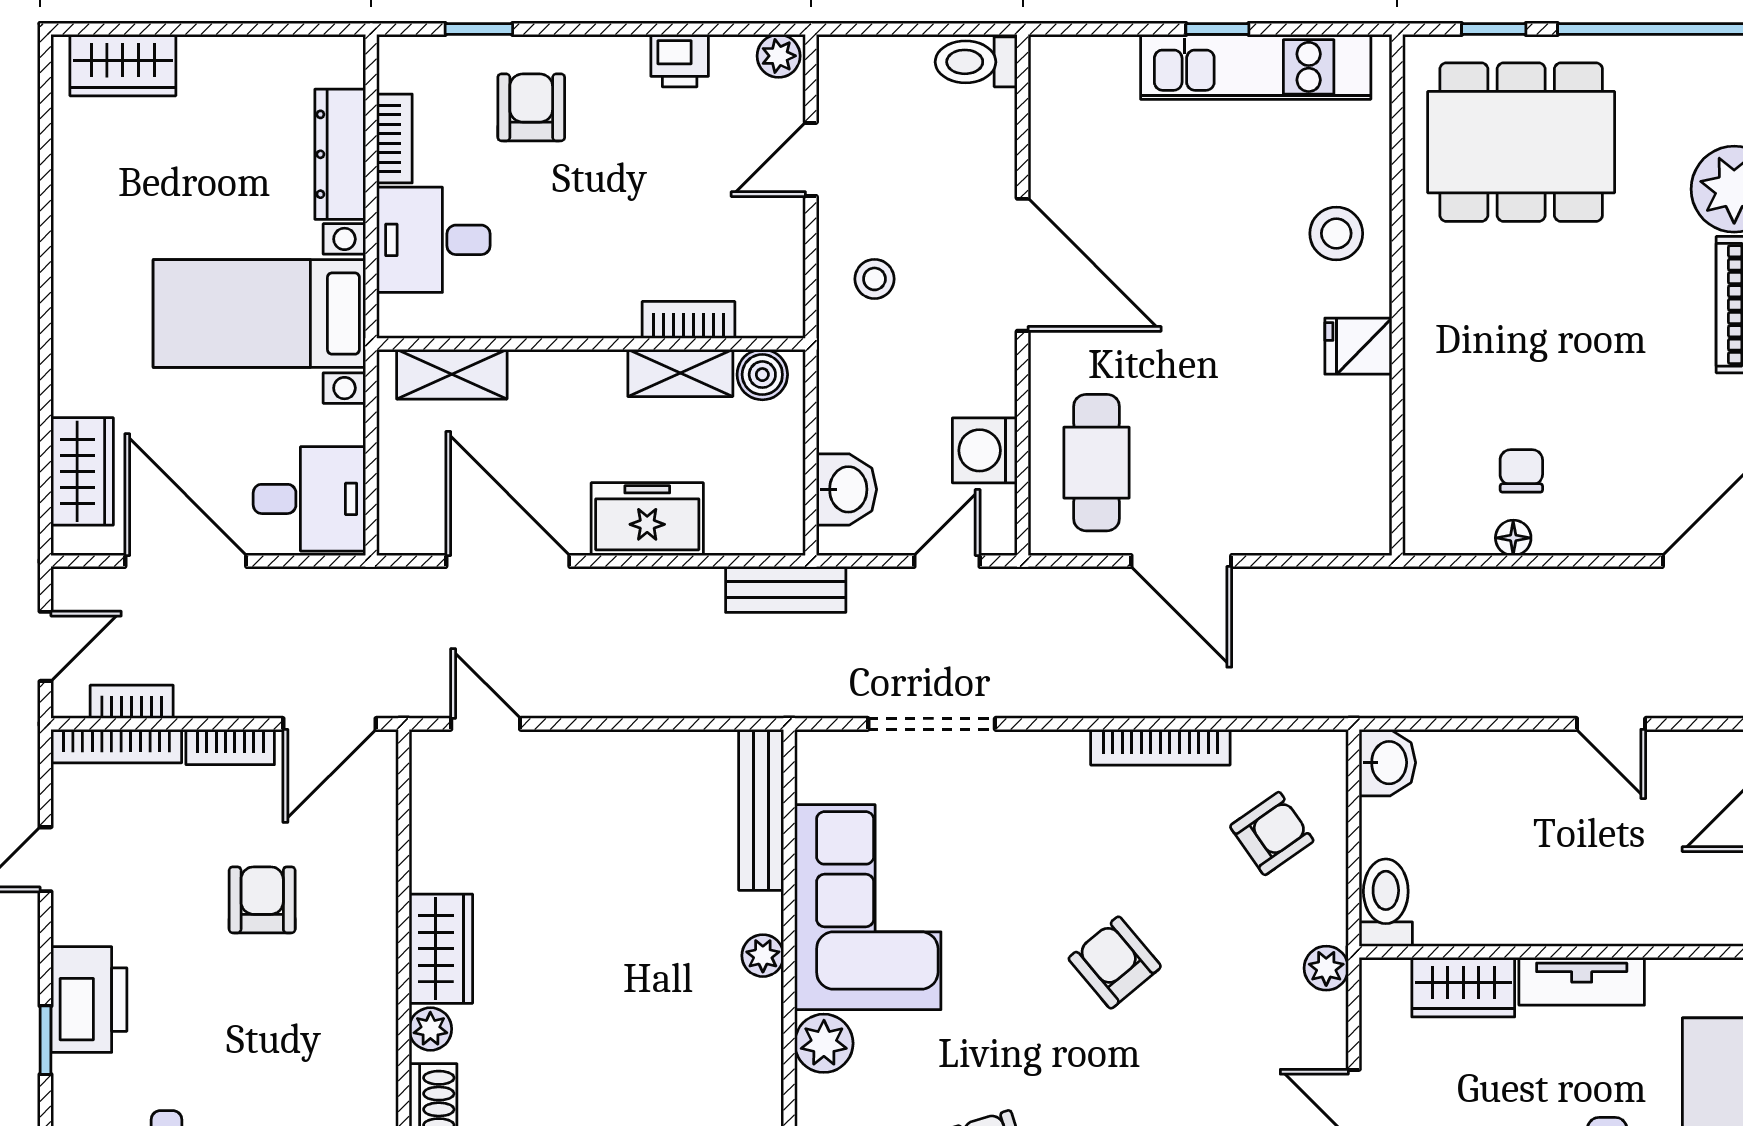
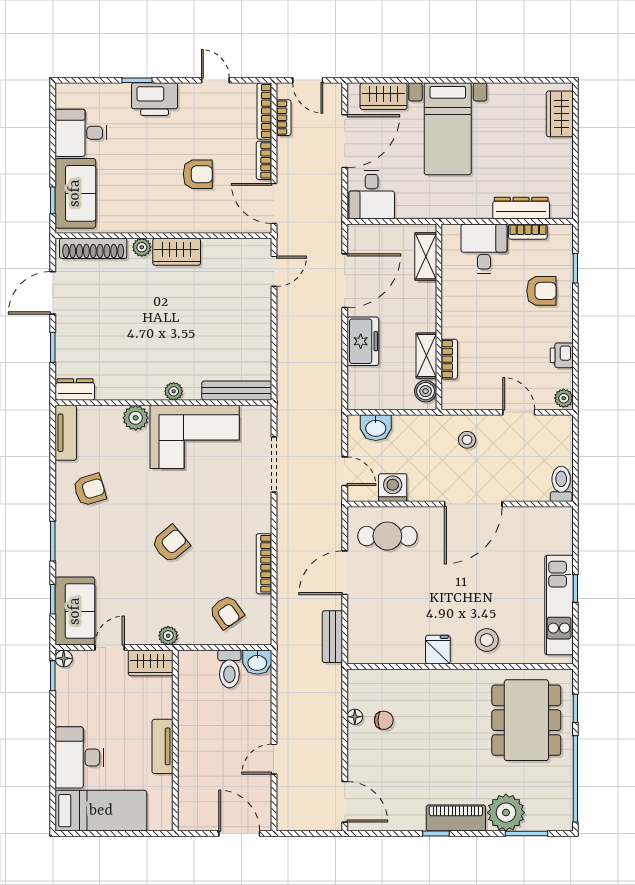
bed with nightstands: (259, 314) -> (448, 129), moved, turned 180
bench: (786, 589) -> (332, 637), moved
toilet: (1386, 903) -> (229, 669), moved, turned 90
wardrobe: (1463, 987) -> (151, 663), moved, turned -90

